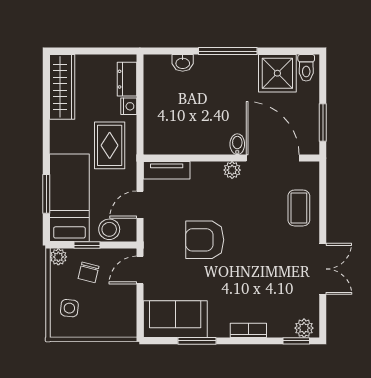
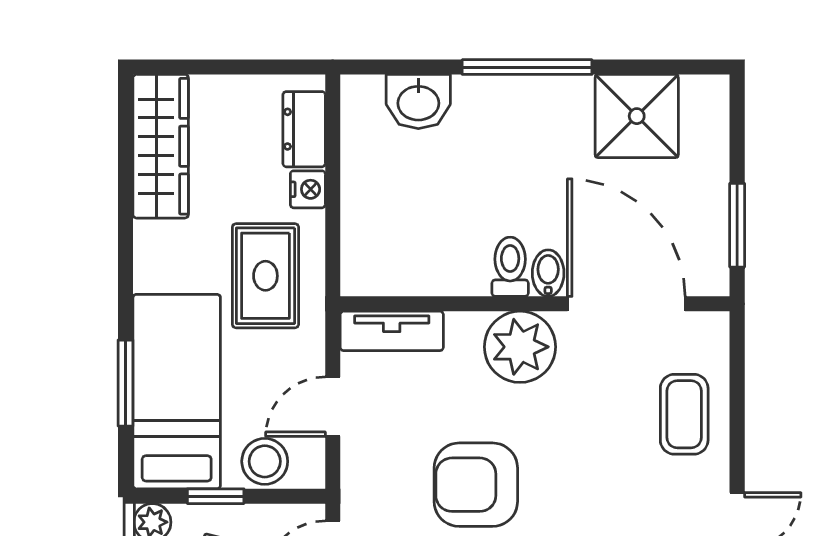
washbasin: (183, 63) -> (418, 102), width x1.38, depth x1.45
toilet: (306, 68) -> (510, 267), moved, turned 180
plant: (232, 170) -> (520, 347), width x1.87, depth x1.87

